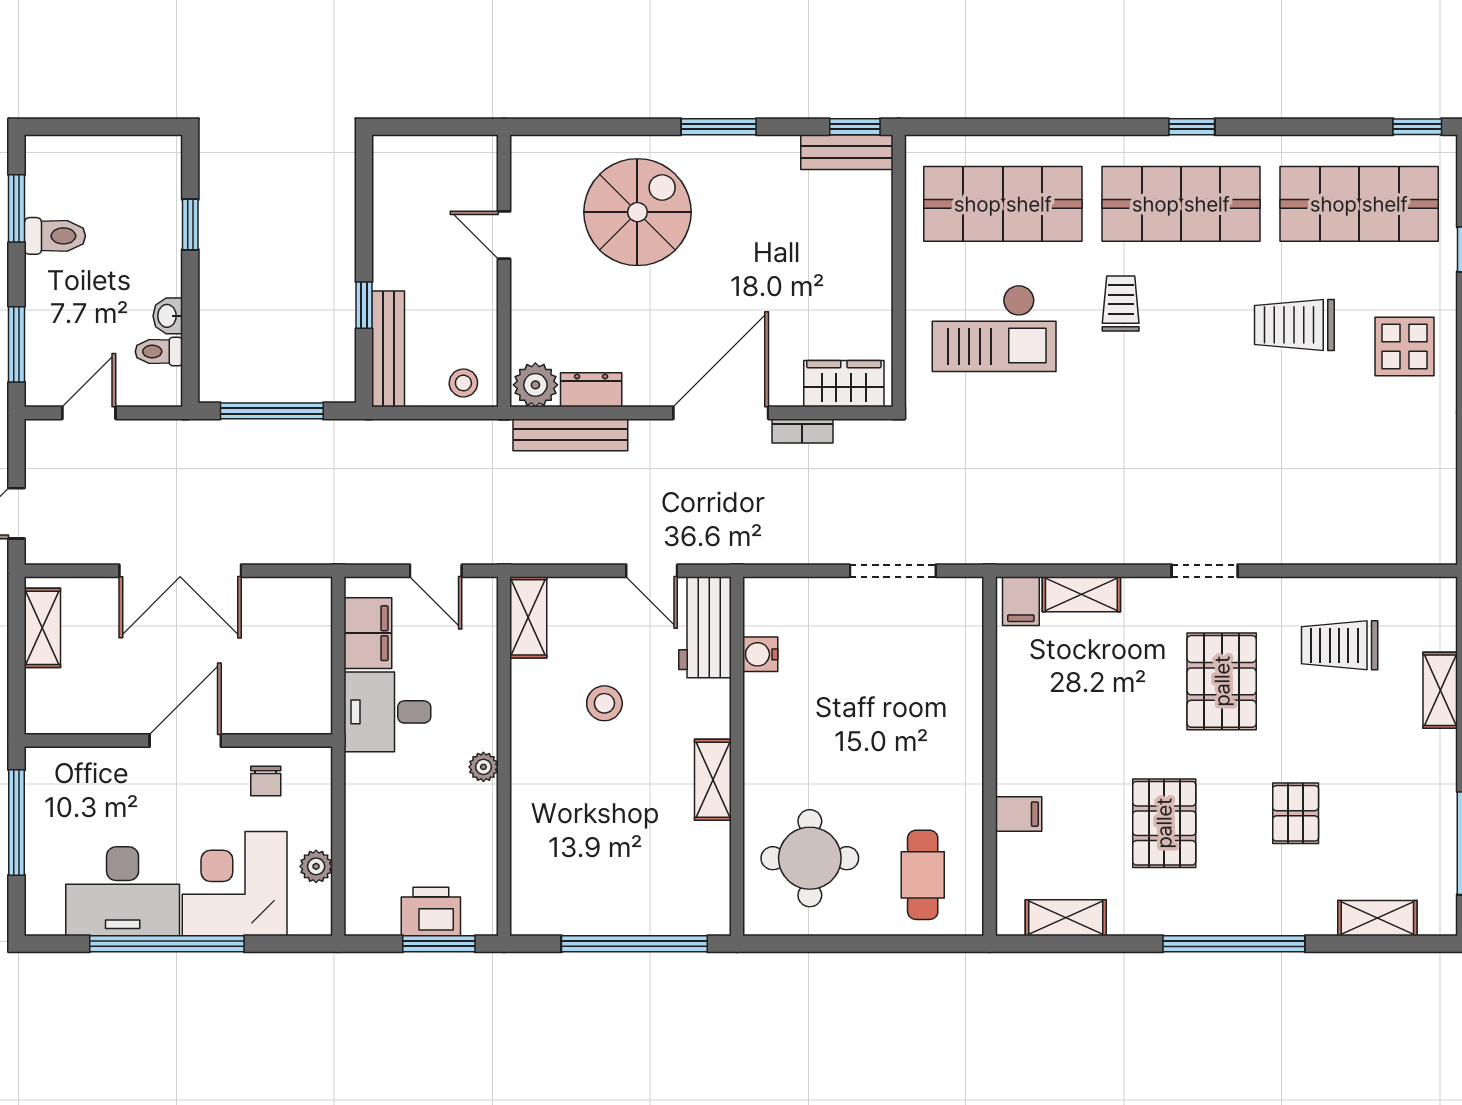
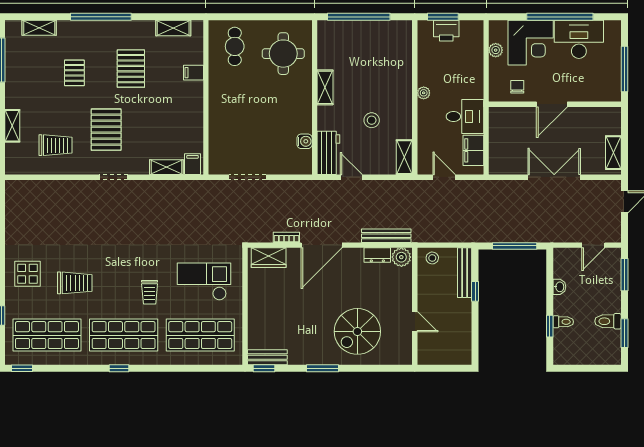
toilet: (159, 352) -> (563, 322), moved

